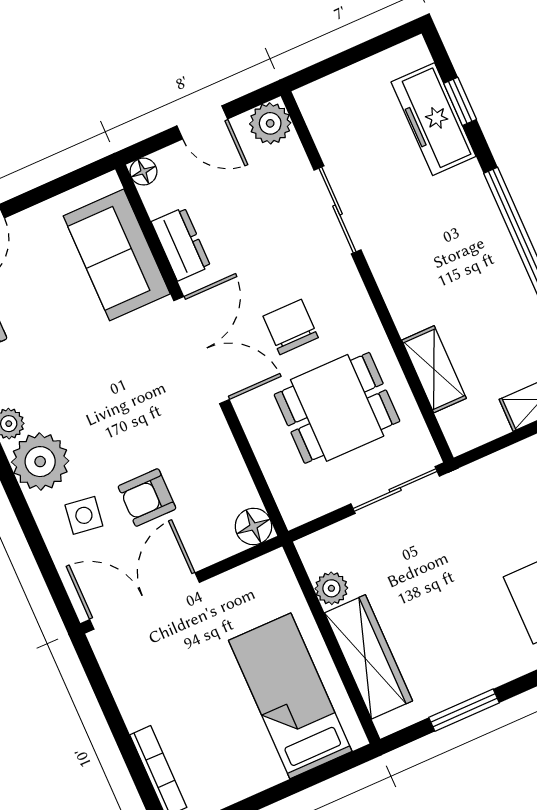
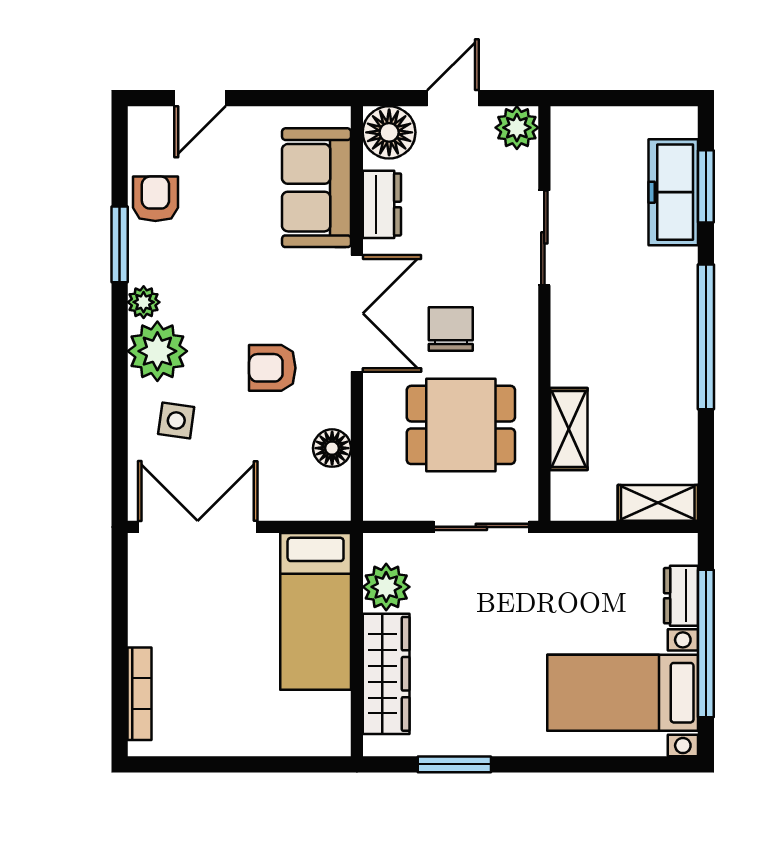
window: (460, 101) -> (706, 186), width x1.50
door: (202, 122) -> (453, 98), swing flipped
floor lamp: (143, 172) -> (389, 132), width x1.89, depth x1.89
armchair: (147, 498) -> (272, 368), moved
floor lamp: (253, 526) -> (332, 448), moved
plant: (331, 588) -> (386, 587), width x1.38, depth x1.38
bed: (290, 696) -> (316, 611), moved, turned 180

